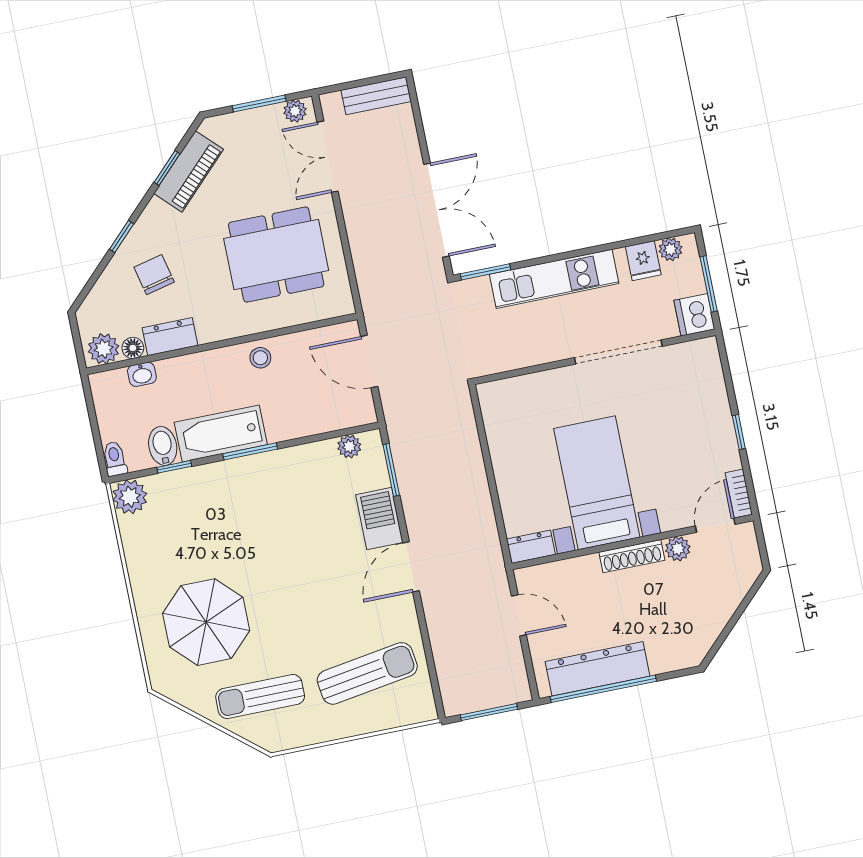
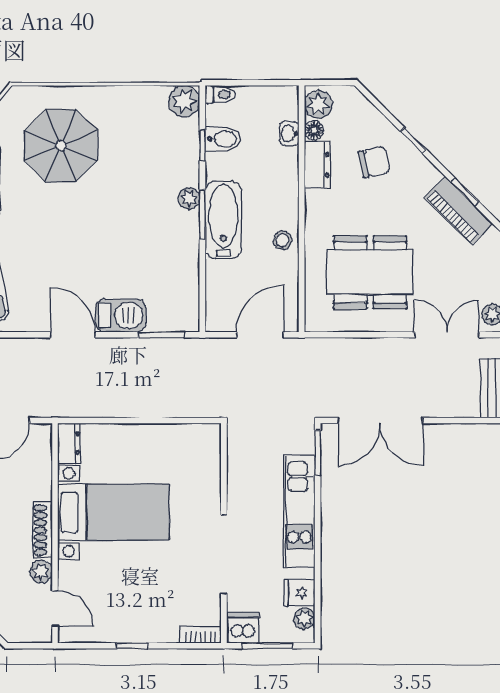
dining table: (276, 255) -> (370, 272), turned 90
bathtub: (221, 433) -> (223, 220), moved
plant: (349, 446) -> (189, 198), moved
bookcase: (739, 494) -> (200, 635), moved

